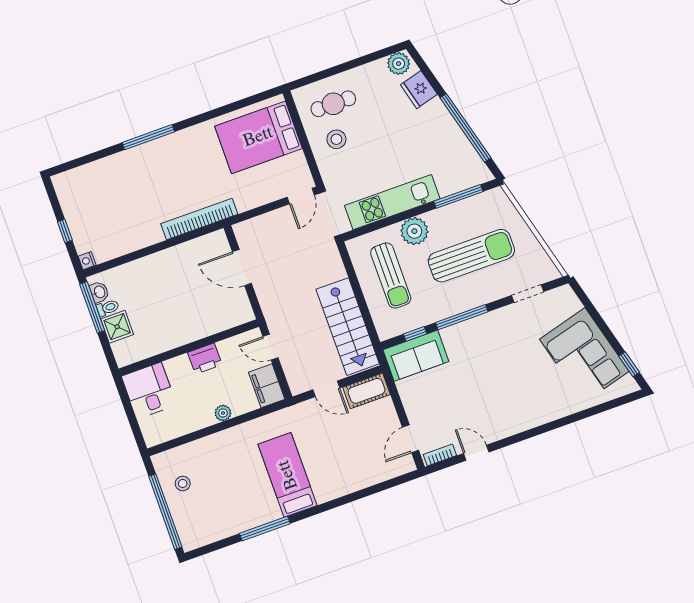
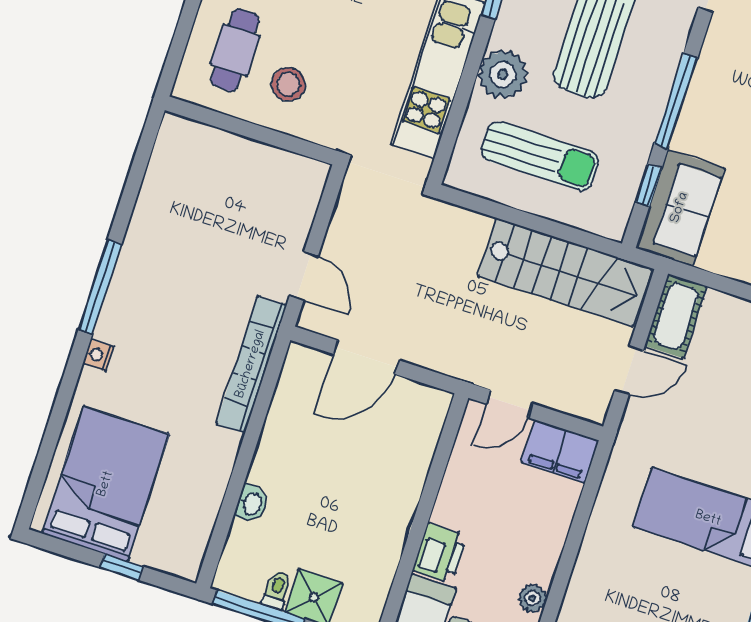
window: (148, 137) -> (100, 287), moved
bed: (258, 137) -> (106, 484), moved, turned 180
door: (301, 196) -> (304, 276), moved
nightstand: (87, 261) -> (98, 355), moved, turned 90
washbasin: (99, 292) -> (252, 504), moved, turned 90
printer: (205, 359) -> (440, 553), moved
plant: (223, 413) -> (532, 598), moved

